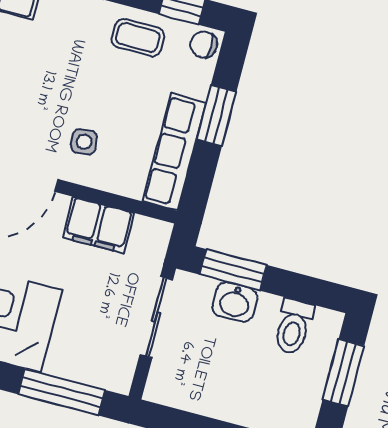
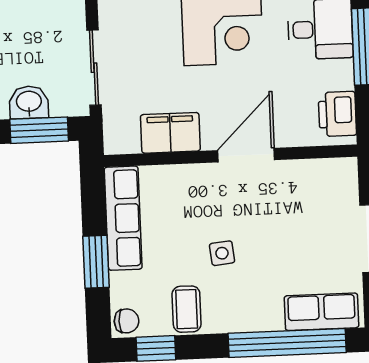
coffee table: (138, 38) -> (187, 309), turned 90
side table: (84, 142) -> (222, 253), moved

